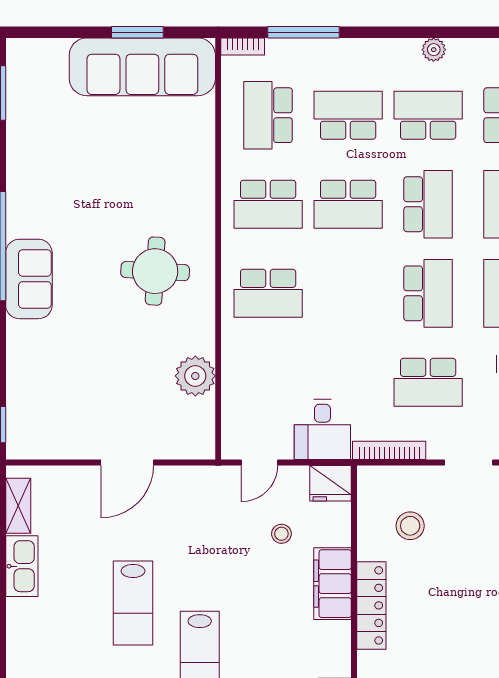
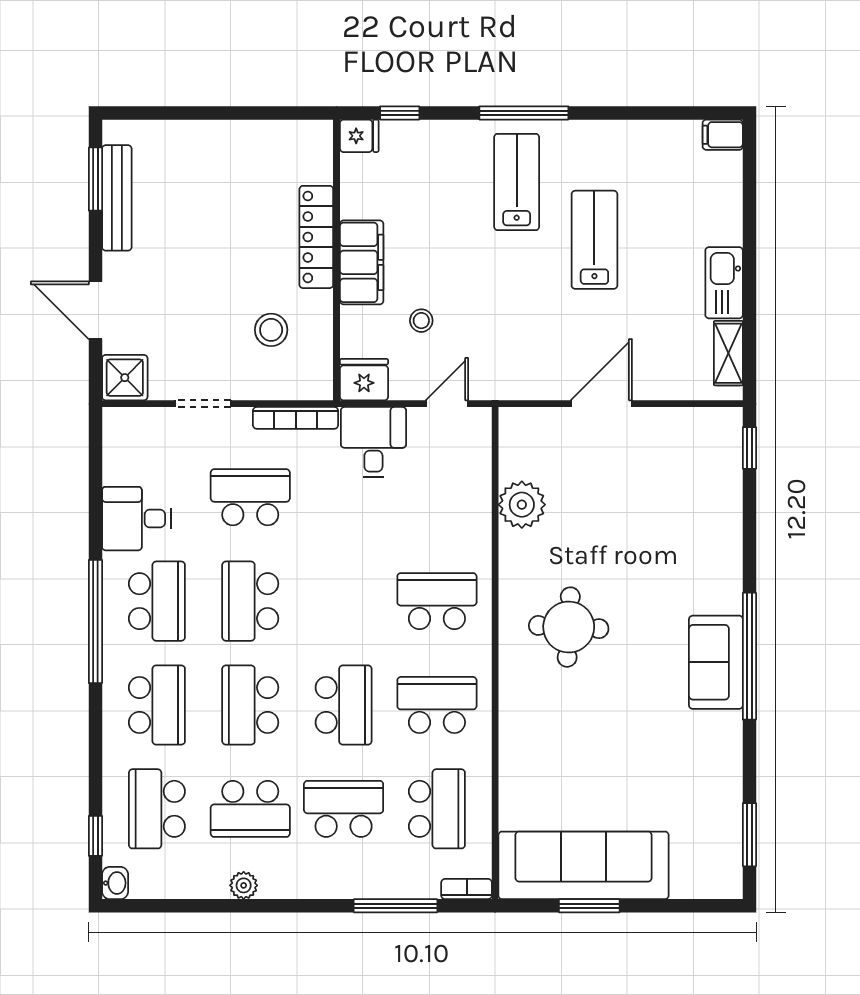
school desk: (348, 115) -> (344, 809), turned 180
school desk: (348, 204) -> (344, 705), turned 90
sofa: (29, 279) -> (716, 662), moved

